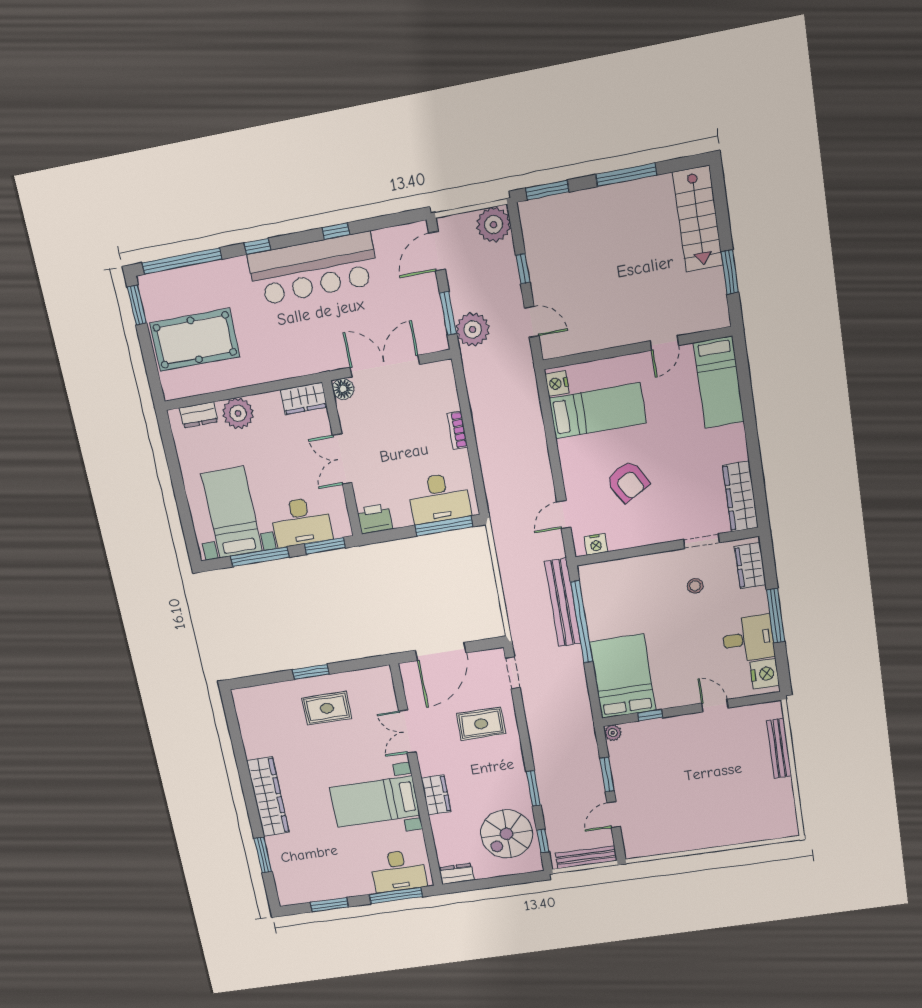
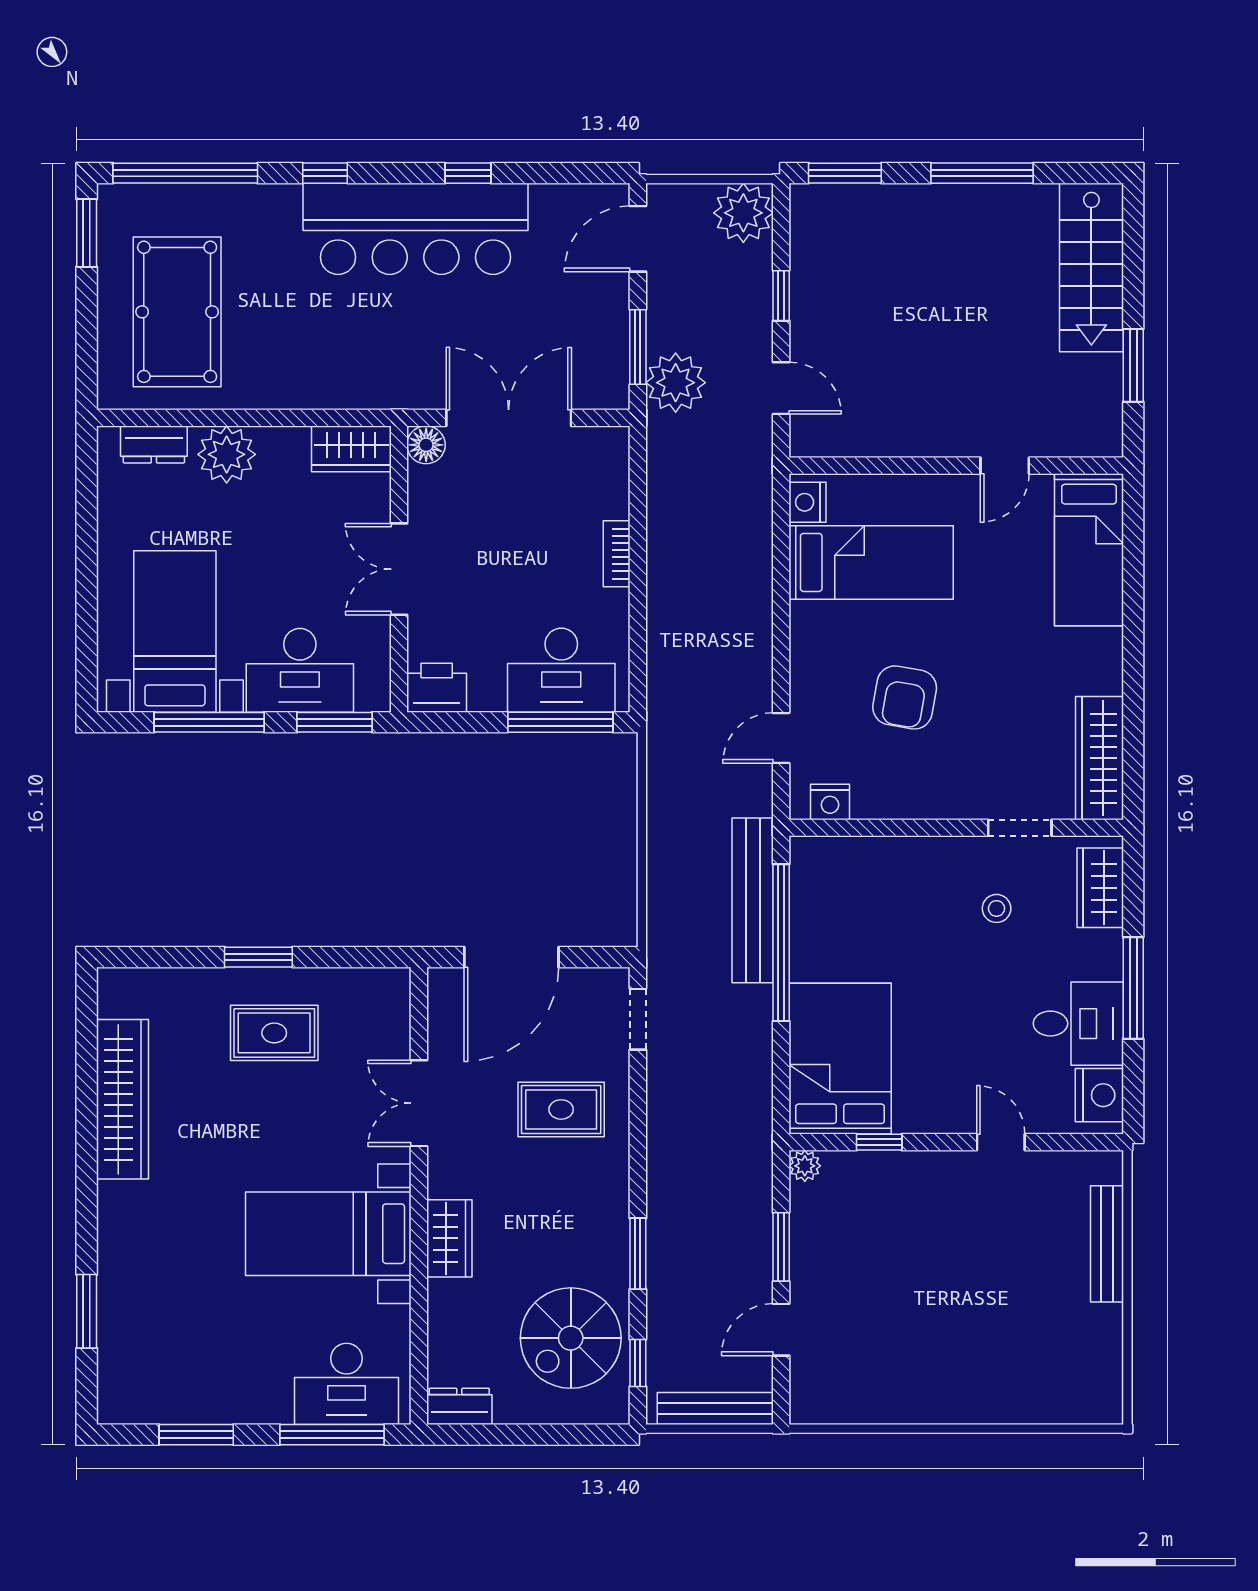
pool table: (195, 340) -> (177, 312), turned 90
armchair: (628, 481) -> (905, 697), turned 40
wardrobe: (268, 797) -> (122, 1099), moved

